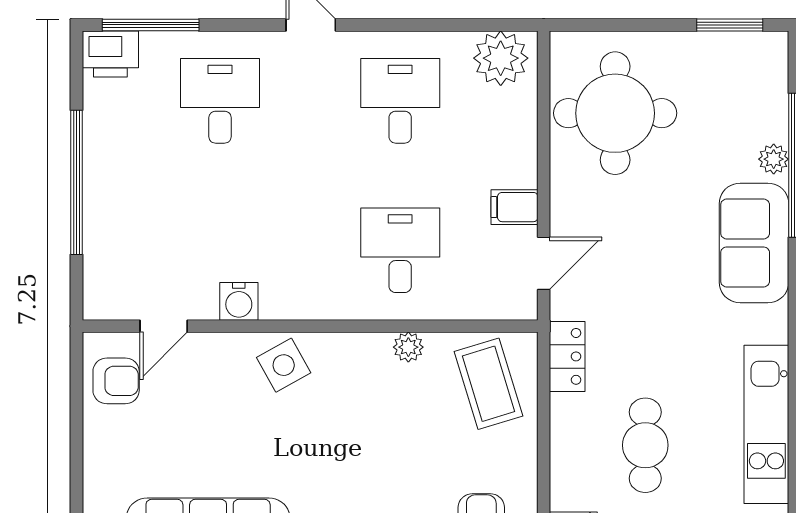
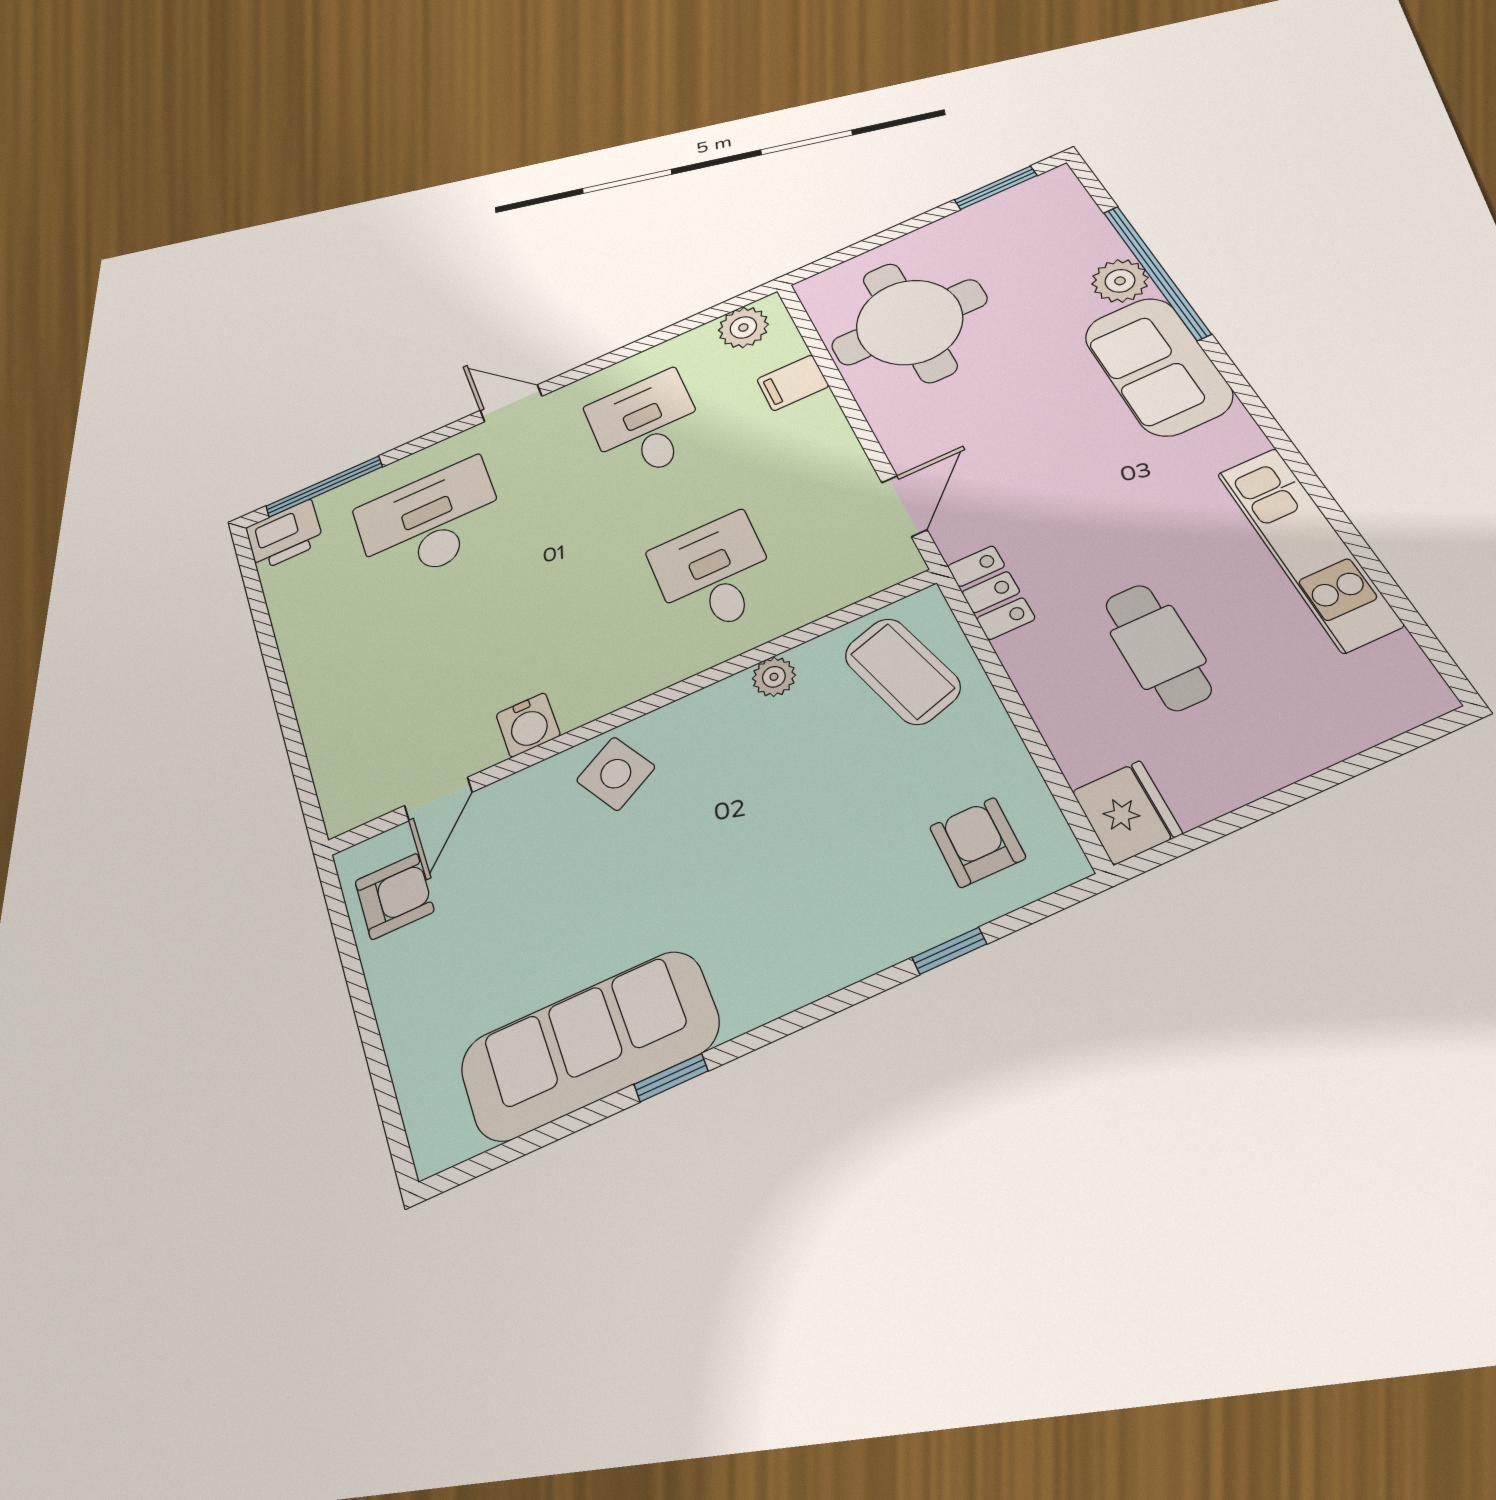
plant: (501, 58) -> (743, 327), width x0.73, depth x0.73
desk: (220, 101) -> (430, 522), width x1.37
plant: (774, 159) -> (1120, 281), width x1.38, depth x1.38
window: (77, 182) -> (279, 685), removed
filing cabinet: (514, 207) -> (793, 383), moved

